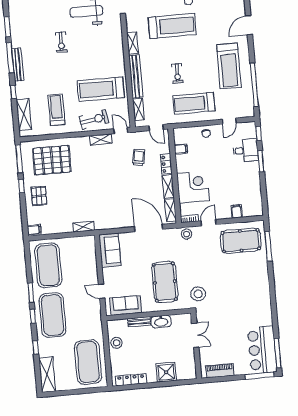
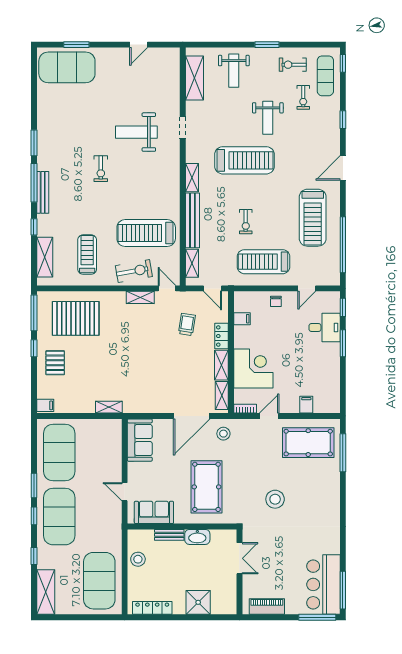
door: (149, 228) -> (192, 416), swing flipped
stool: (187, 234) -> (223, 434), moved
stool: (198, 294) -> (275, 499), moved

